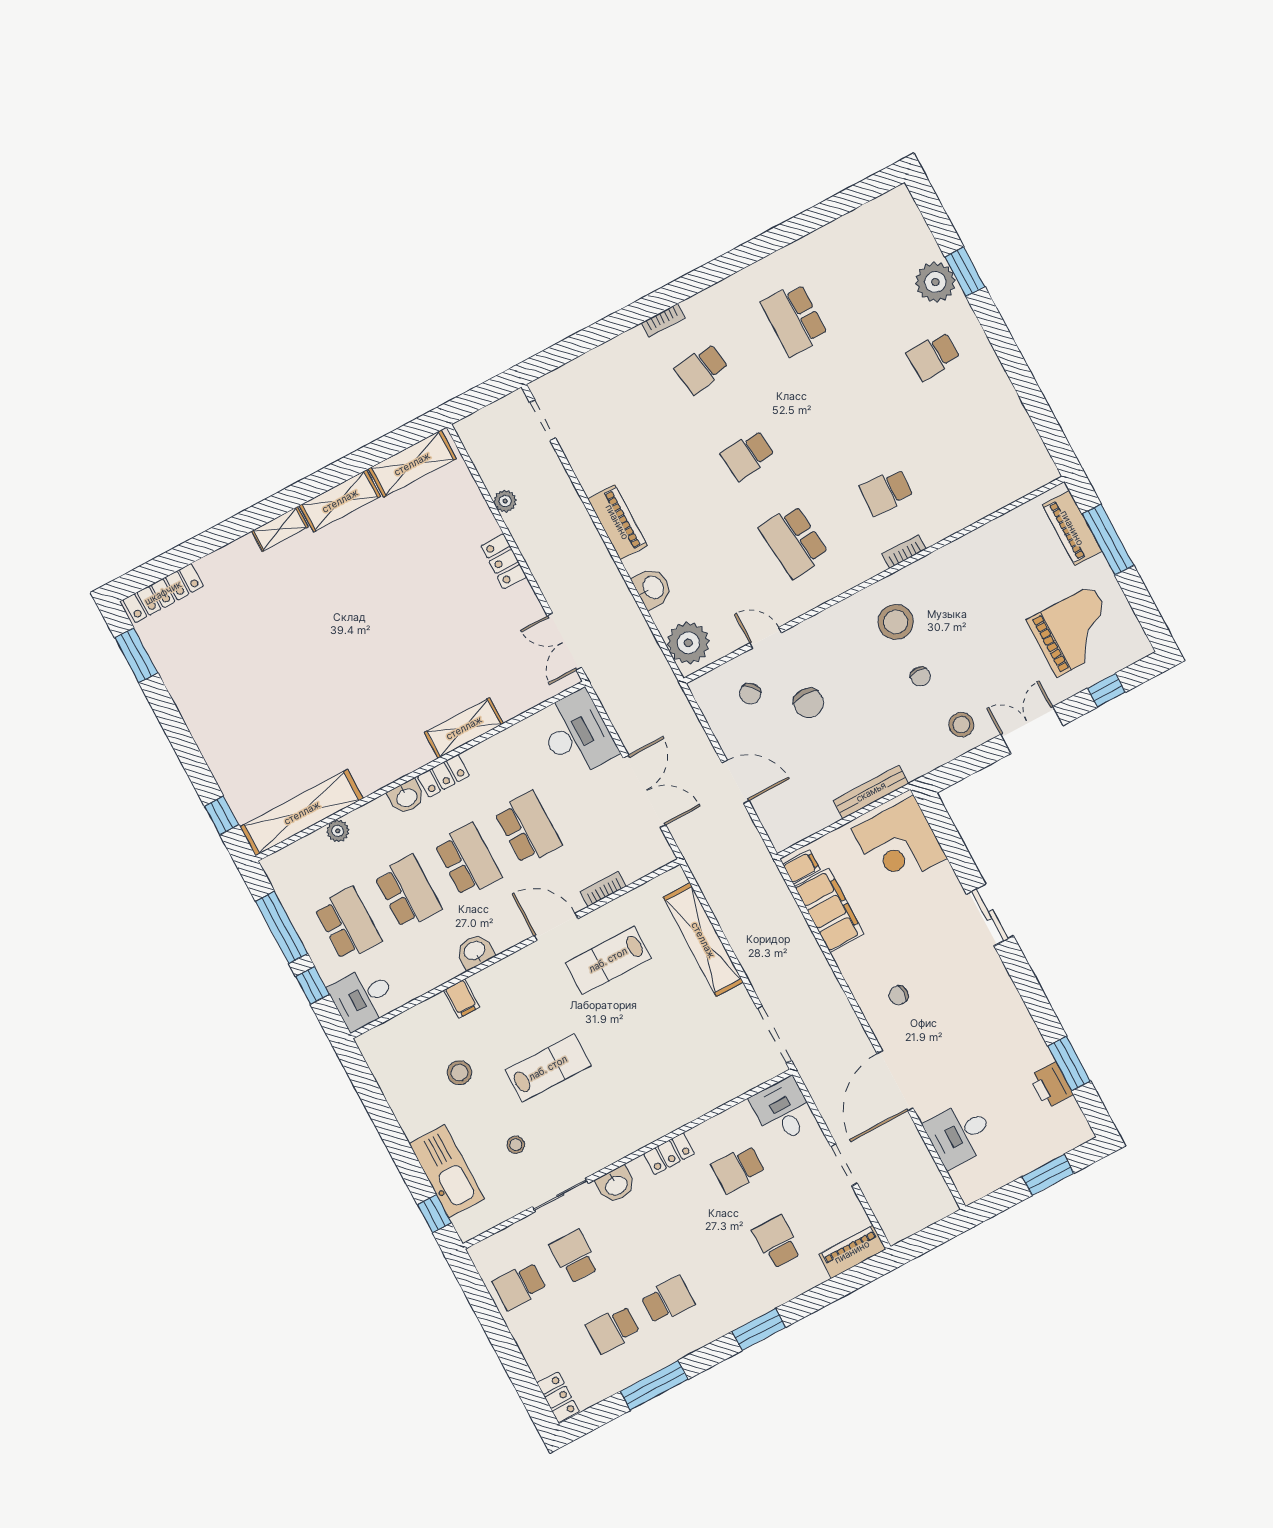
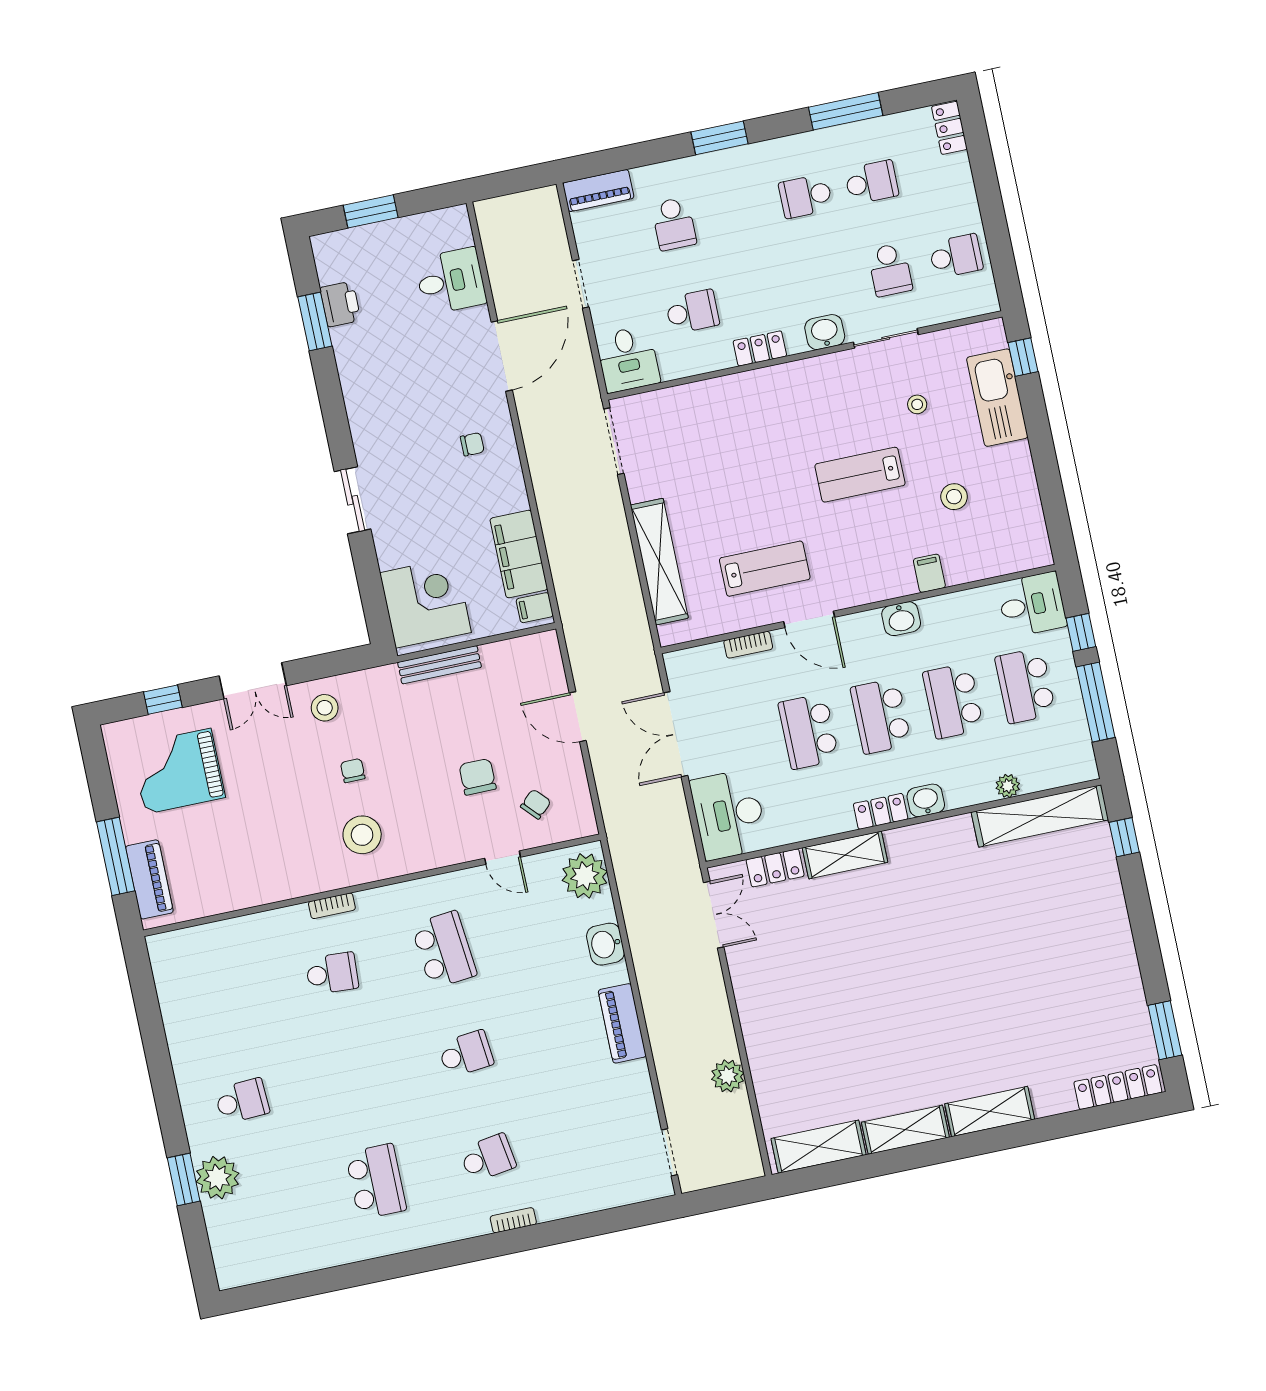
plant: (505, 501) -> (728, 1076), width x1.38, depth x1.38
shelving: (280, 529) -> (990, 1112), width x1.50, depth x1.33
locker: (504, 561) -> (775, 868), moved, turned 90

